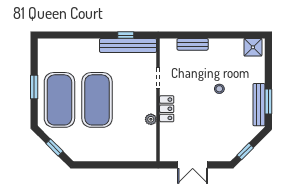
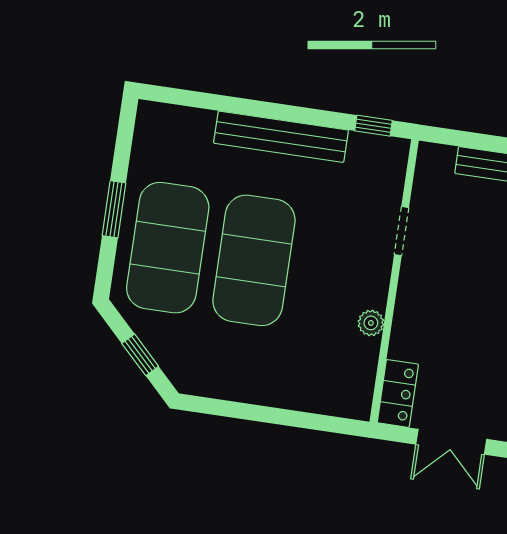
window: (126, 35) -> (373, 126), moved
bench: (128, 46) -> (281, 137), moved
locker: (167, 109) -> (398, 393), moved

